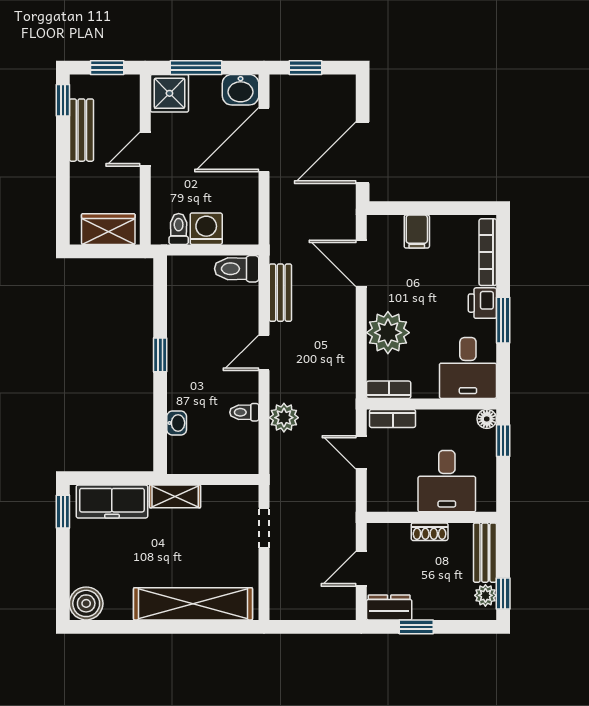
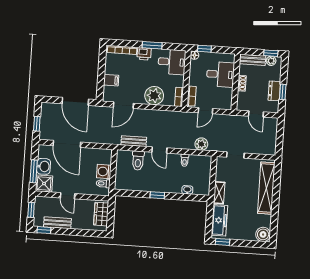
washbasin: (241, 90) -> (44, 166), moved
toilet: (237, 269) -> (138, 161), moved
plant: (284, 418) -> (201, 144), moved
dresser: (389, 607) -> (274, 91), moved

